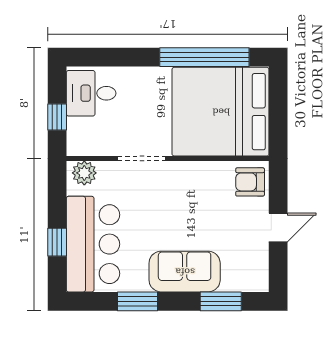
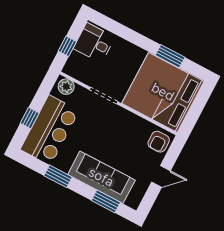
window: (204, 57) -> (170, 56), width x0.47
armchair: (250, 182) -> (159, 142), turned -90
sofa: (185, 272) -> (101, 177), width x1.36

